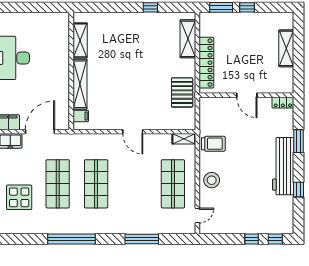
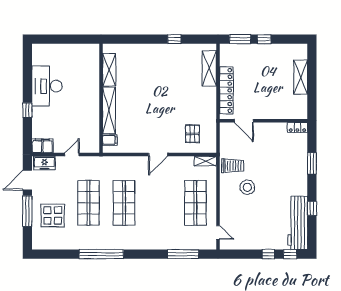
pallet: (182, 92) -> (192, 134), moved, width x0.67, depth x0.71
door: (247, 95) -> (244, 121), moved
door: (40, 132) -> (72, 155), width x0.53
door: (133, 132) -> (158, 155), hinge flipped
workbench: (283, 166) -> (298, 223), moved
stool: (212, 180) -> (247, 187), moved
door: (197, 216) -> (218, 232), hinge flipped
window: (142, 239) -> (183, 254), moved

